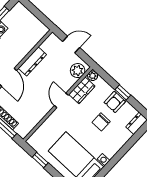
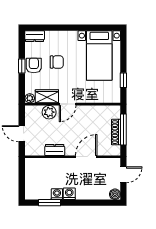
dresser: (32, 61) -> (55, 150), width x0.70
plant: (78, 71) -> (49, 112), moved
armchair: (115, 102) -> (34, 65), turned -90

